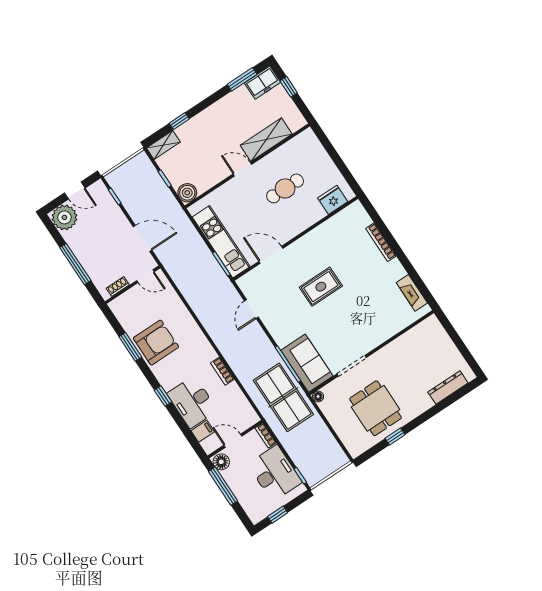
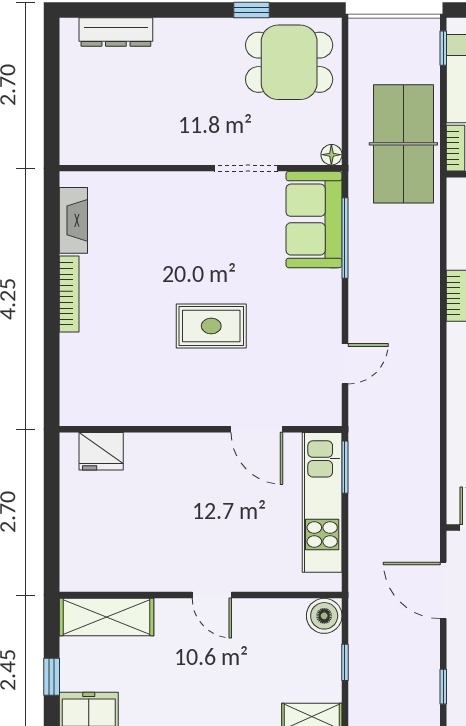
shelving: (266, 140) -> (106, 617), moved
cafe table: (285, 188) -> (165, 520), removed
bookcase: (381, 242) -> (69, 294), moved
table tennis table: (283, 397) -> (403, 144), moved
dining table: (376, 408) -> (289, 62), moved, turned 90

